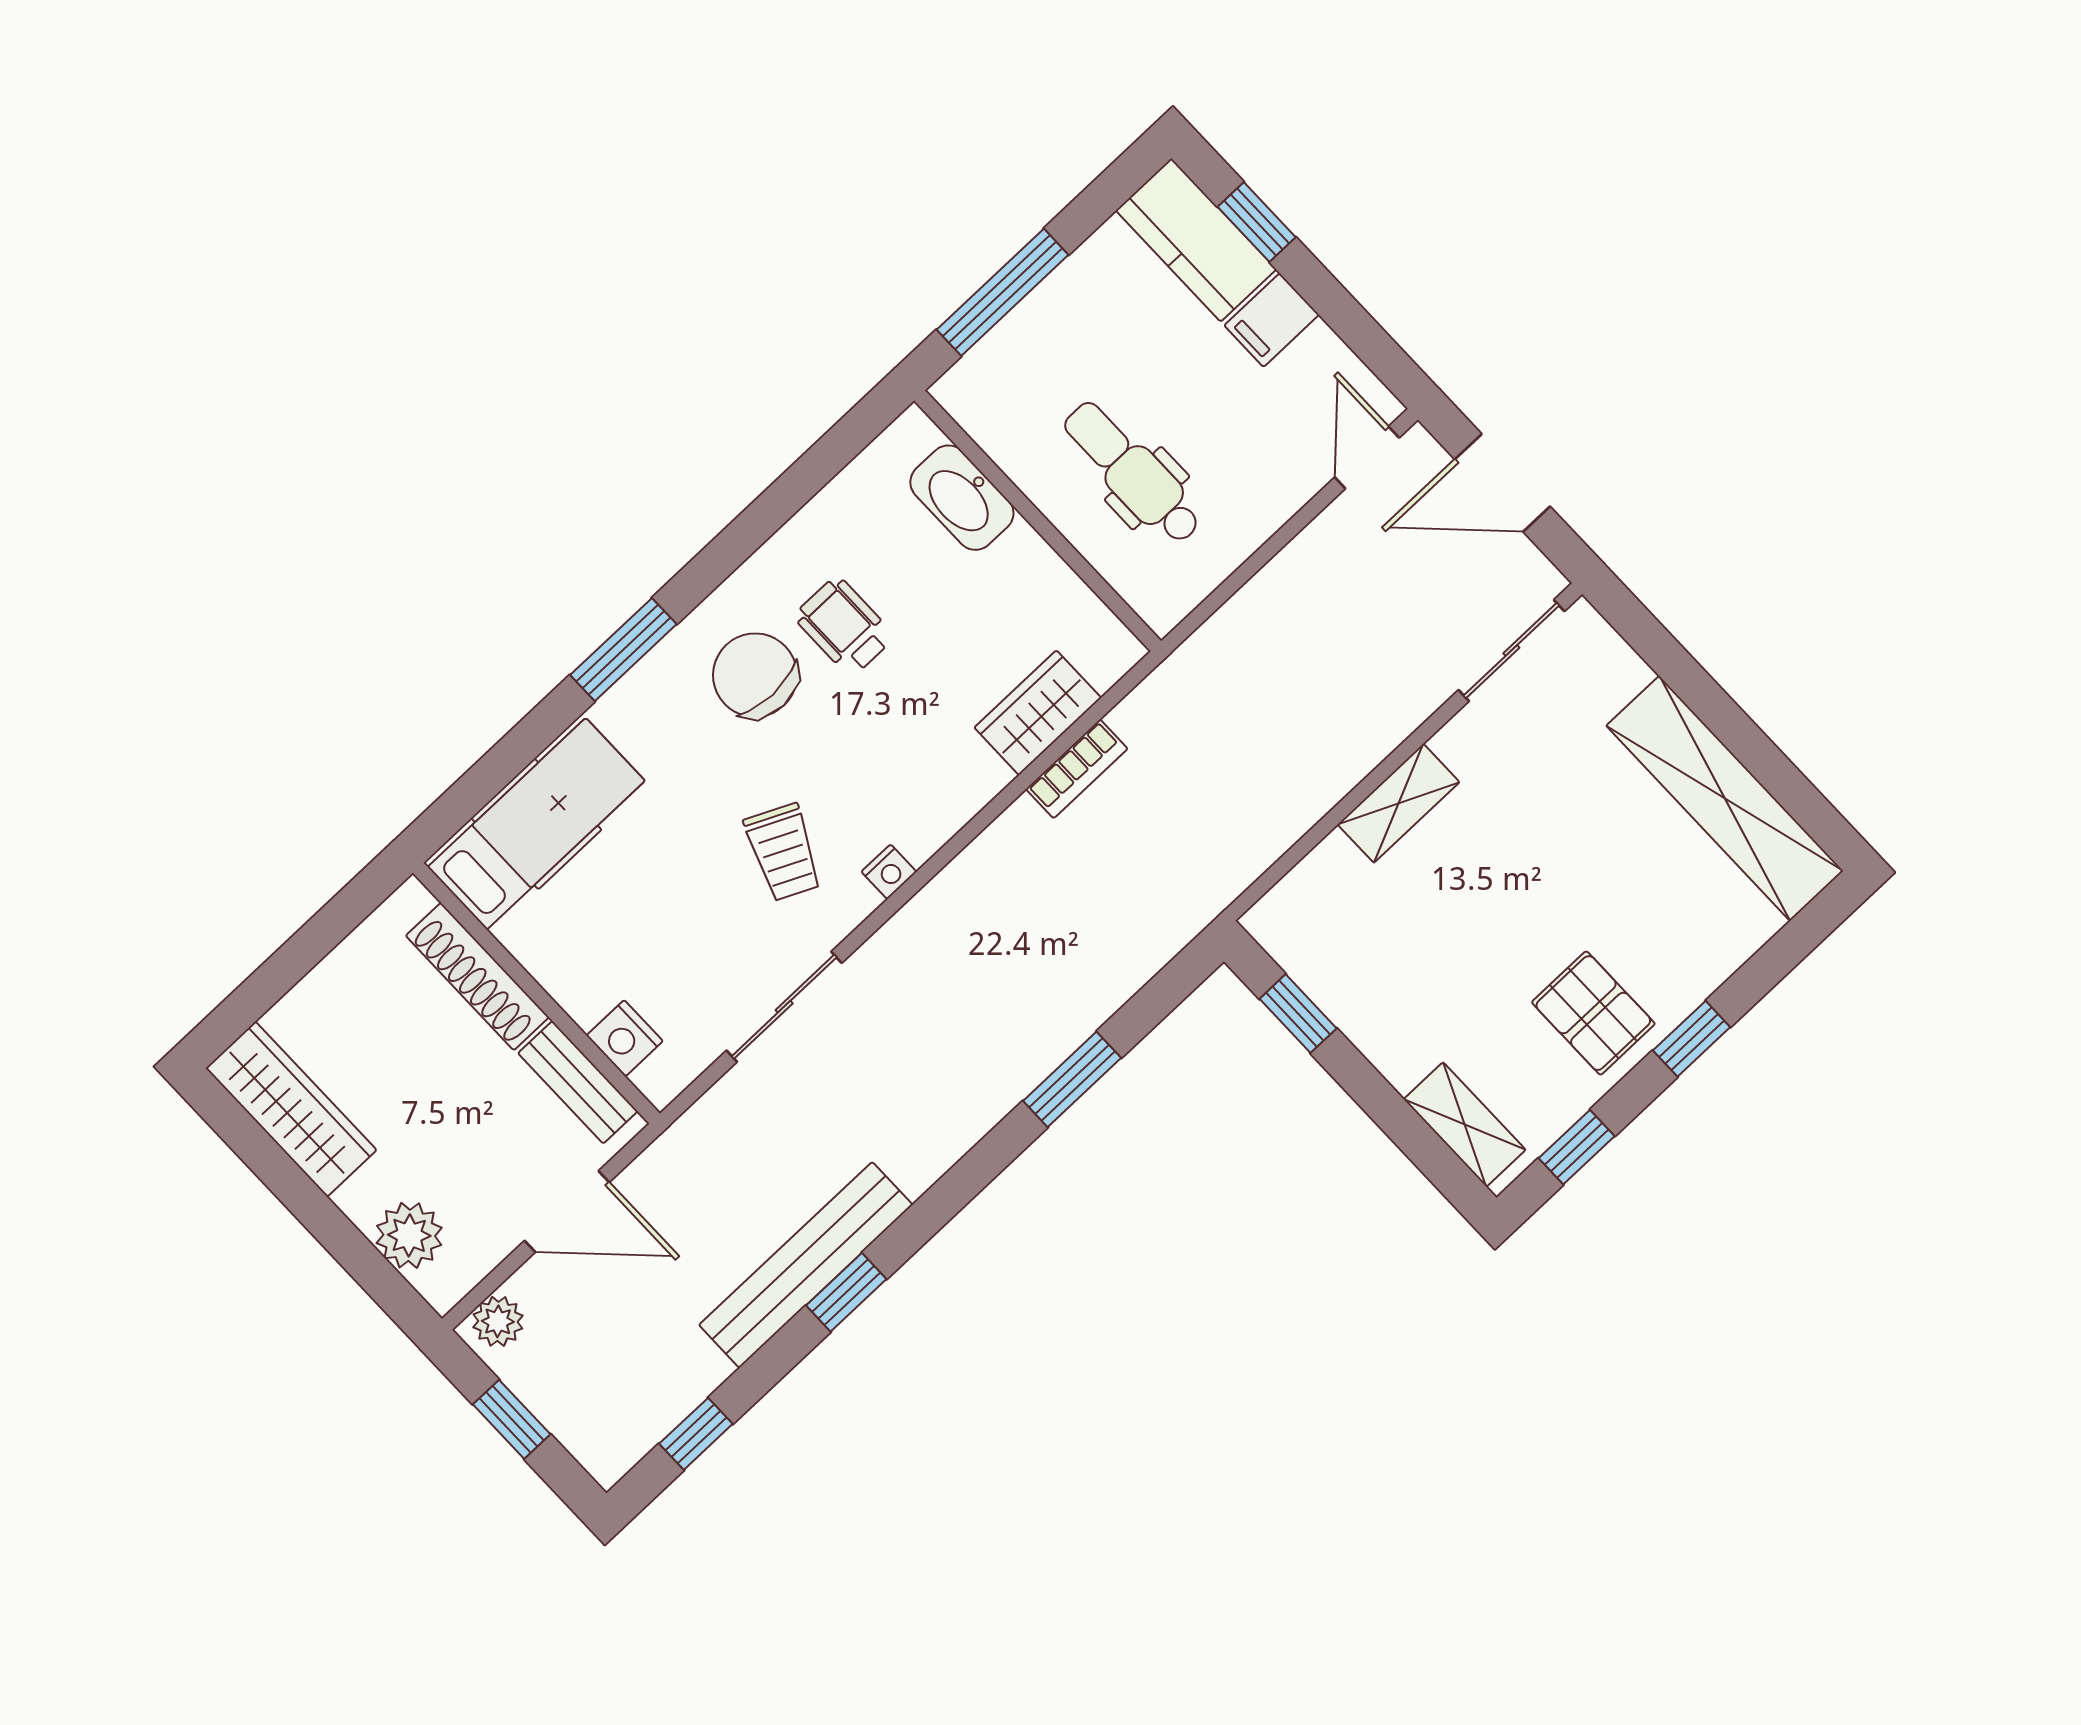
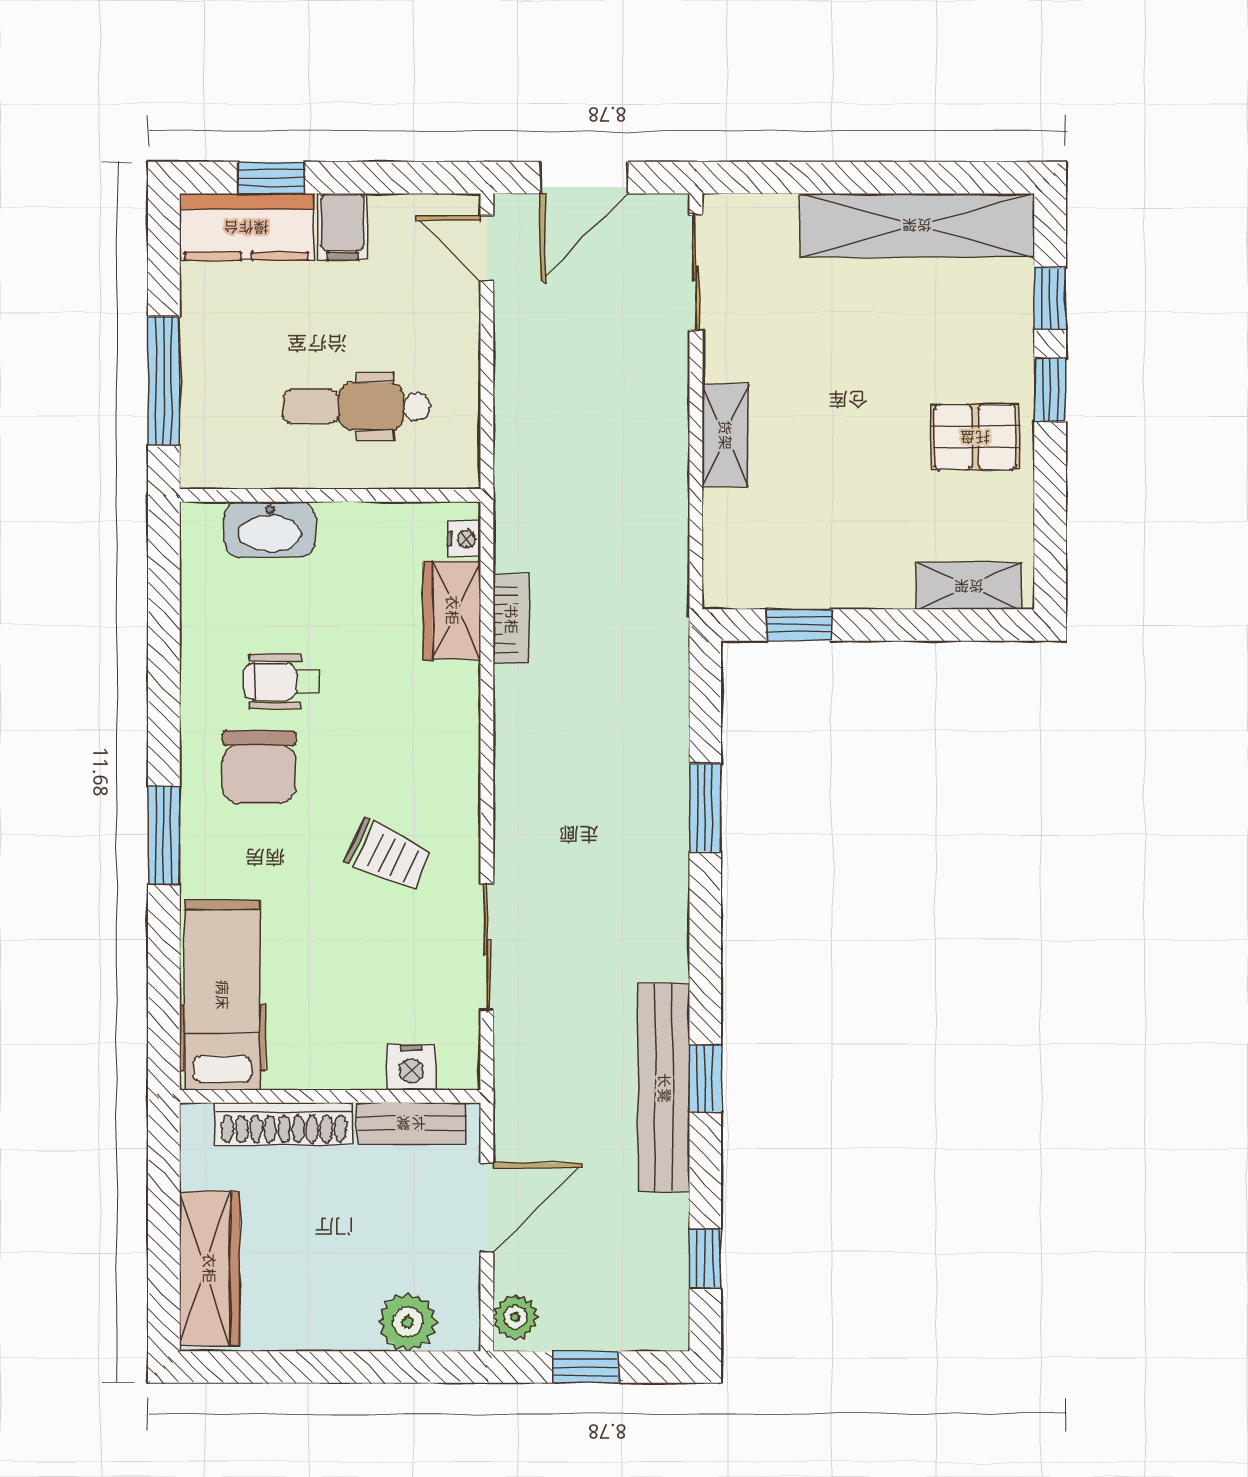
chair: (755, 675) -> (259, 767), turned -90
nightstand: (889, 872) -> (464, 539), moved
wardrobe: (291, 1109) -> (209, 1268), moved, turned 90
window: (1577, 1147) -> (1050, 299), moved

